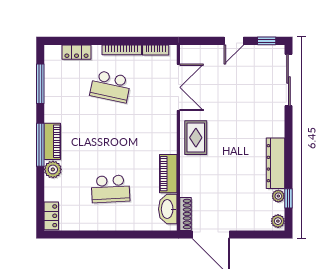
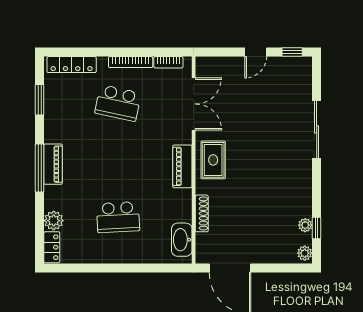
locker: (76, 52) -> (72, 65), width x1.53
sliding door: (288, 80) -> (317, 129), moved
window: (40, 84) -> (40, 100), width x0.69
dresser: (276, 163) -> (302, 189), removed
plant: (53, 169) -> (54, 221), moved
piano: (168, 174) -> (182, 166), moved
shoe rack: (186, 214) -> (202, 213), moved

